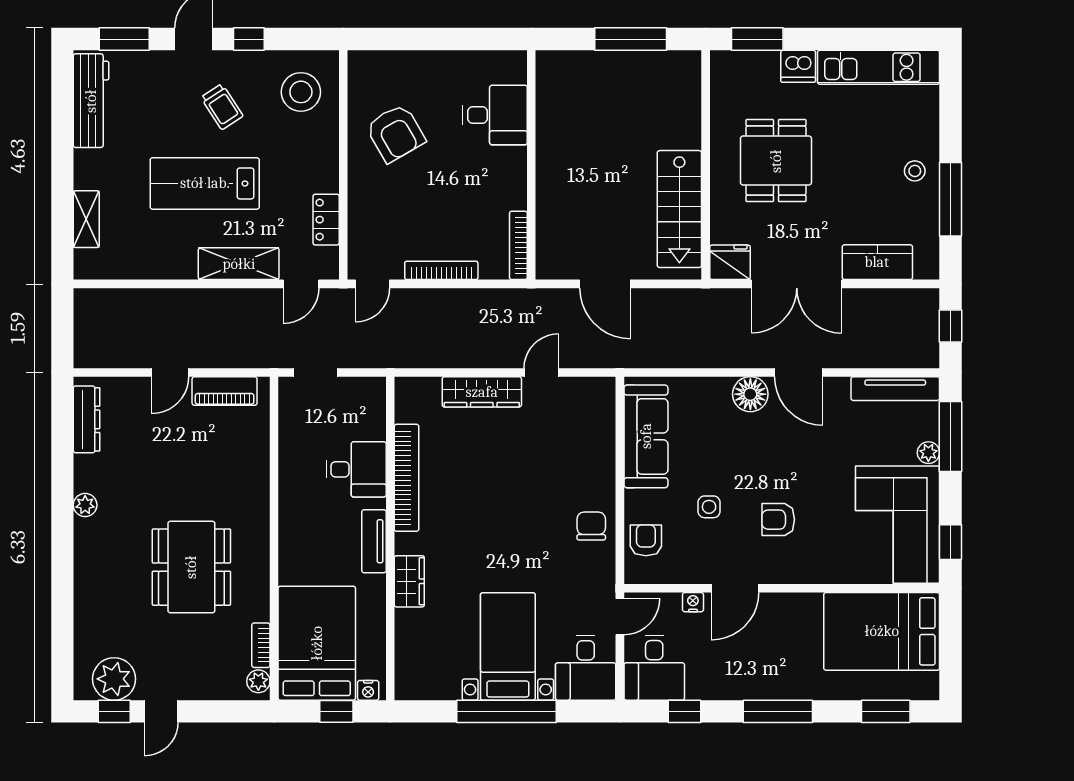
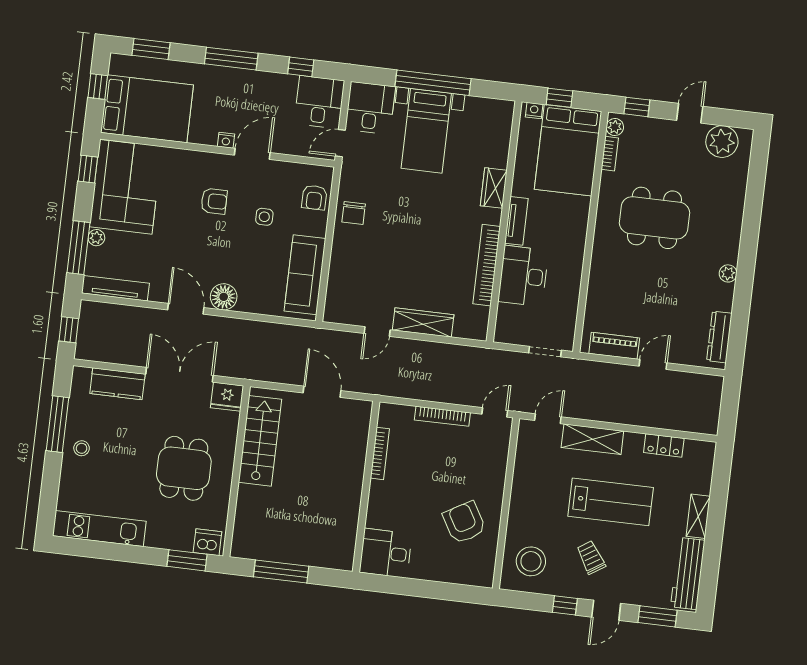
dishwasher: (798, 66) -> (207, 542), moved
desk: (495, 115) -> (386, 553), moved
shelving: (86, 219) -> (698, 516), moved
locker: (326, 220) -> (664, 445), moved, turned 90
bookcase: (518, 245) -> (380, 453), moved
desk: (356, 469) -> (523, 276), width x1.37
dining table: (191, 567) -> (654, 218), turned 90
nightstand: (693, 602) -> (226, 140), moved
window: (951, 653) -> (98, 87), added
window: (114, 711) -> (637, 107), moved

